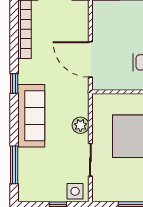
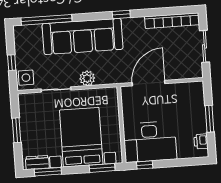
sofa: (31, 116) -> (83, 36), width x1.36, depth x1.27
window: (14, 165) -> (46, 20), width x1.46

